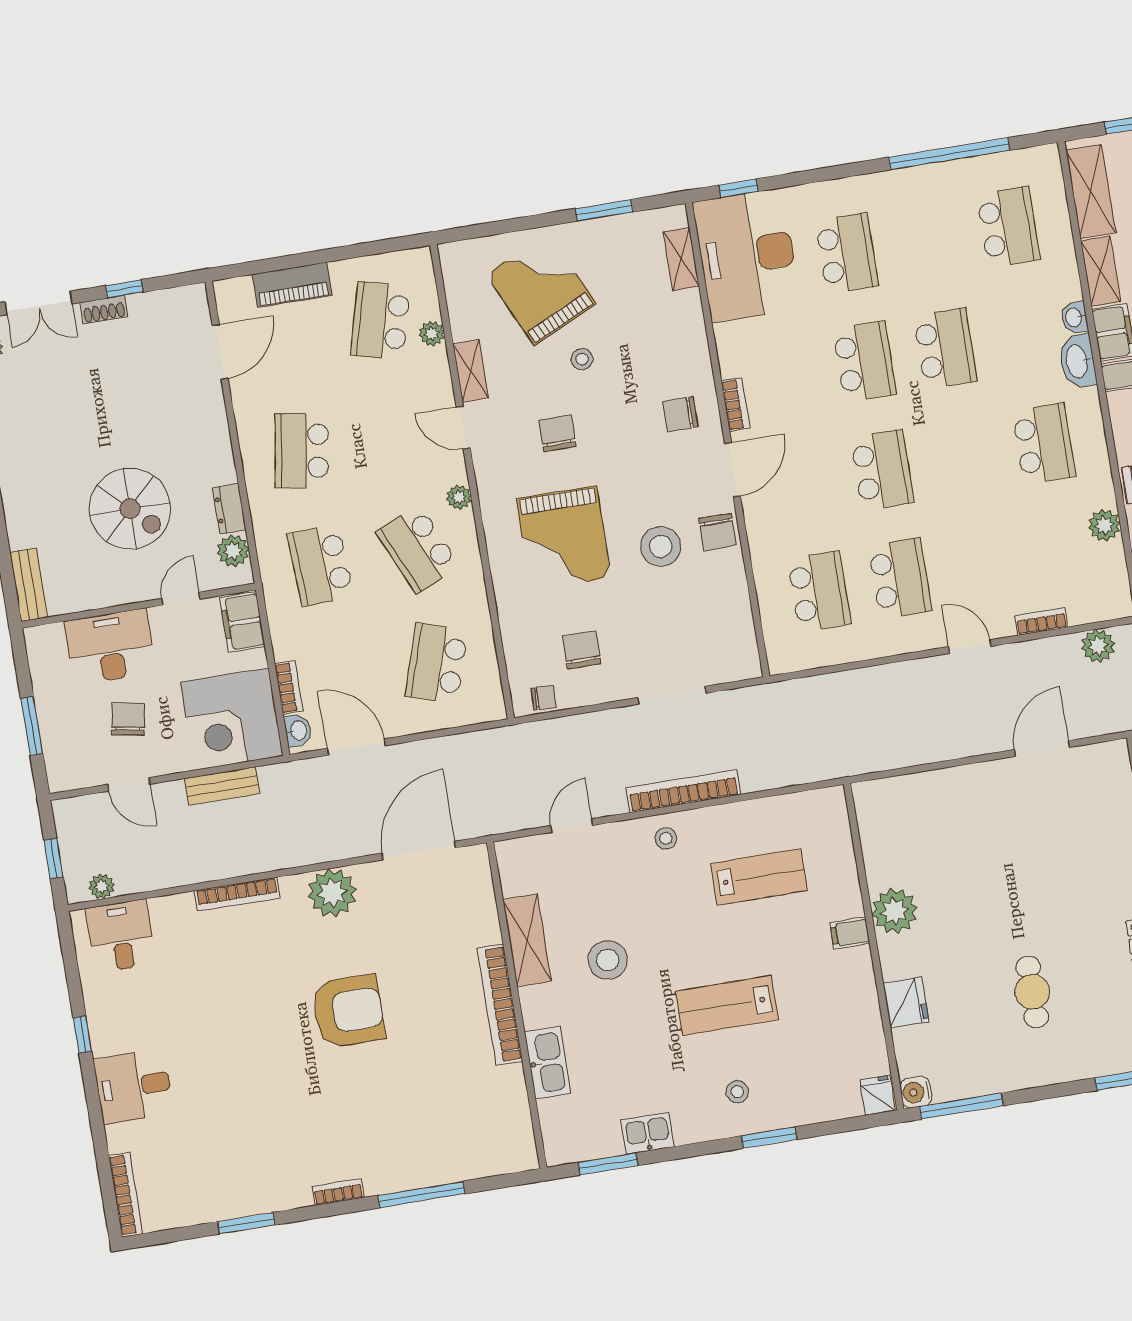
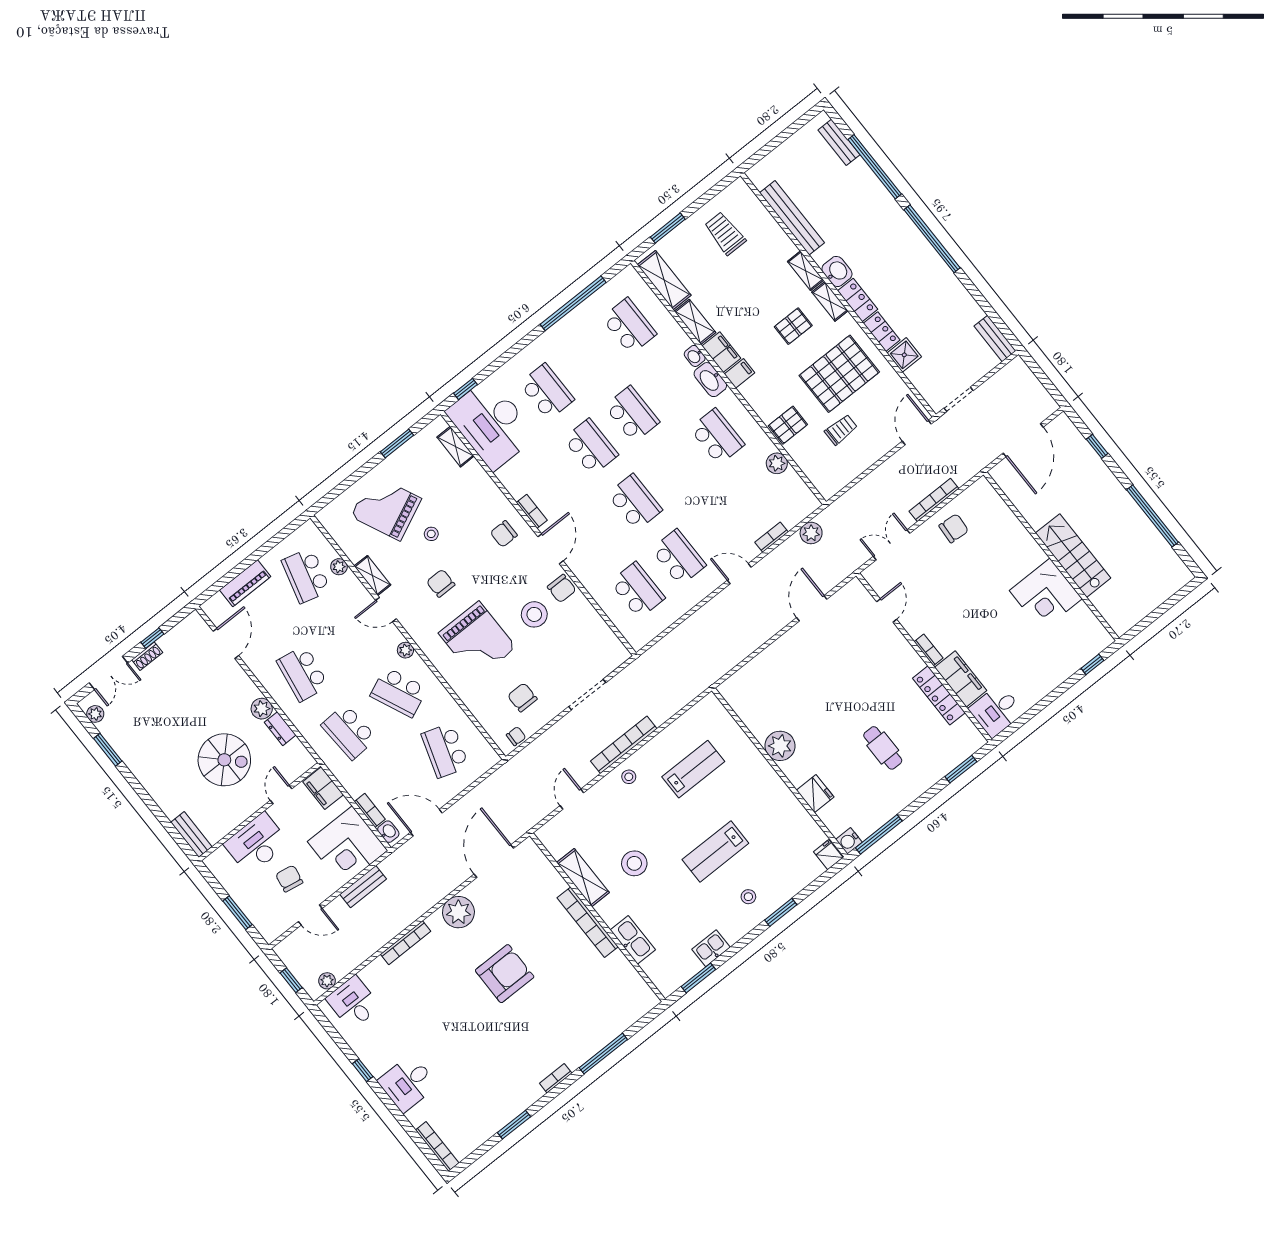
plant: (233, 551) -> (262, 709), moved
filing cabinet: (850, 933) -> (762, 772), removed

